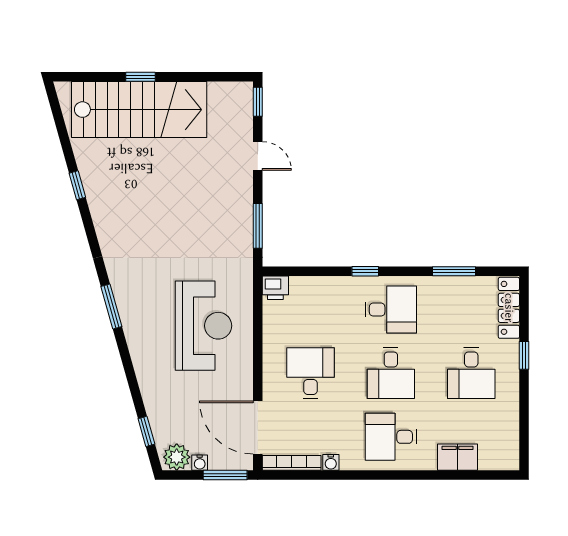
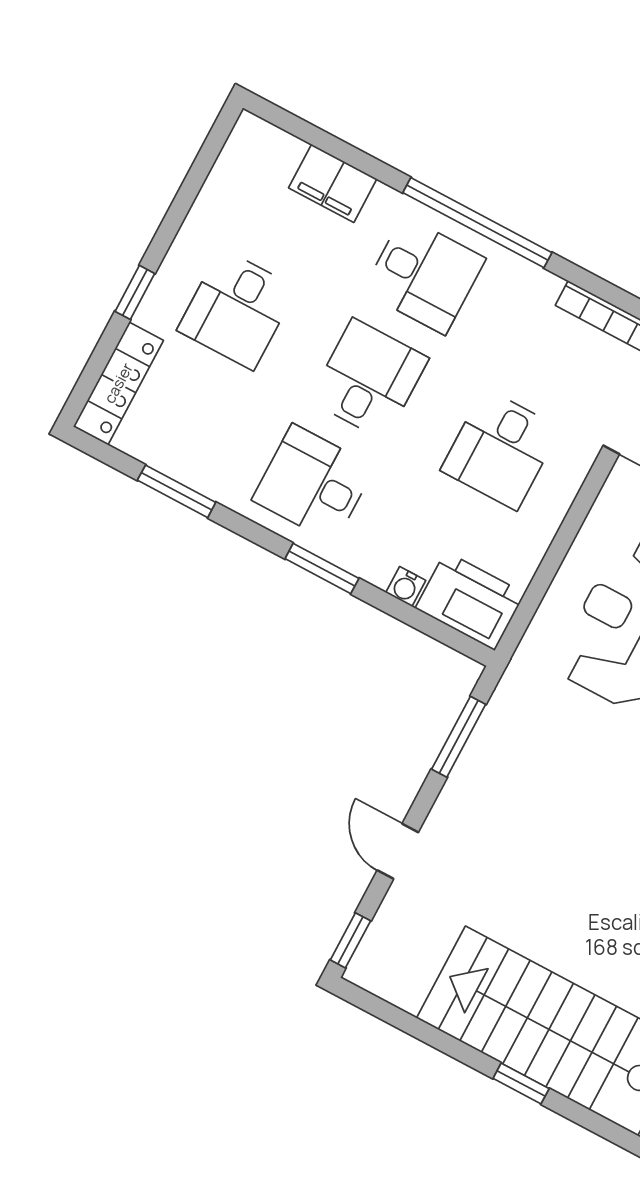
window: (365, 271) -> (322, 569), width x1.50
printer: (275, 288) -> (470, 601), width x1.87, depth x1.48
desk: (471, 373) -> (237, 309), turned 180
water cooler: (331, 462) -> (406, 586), moved, turned 180
window: (379, 475) -> (477, 223), added

